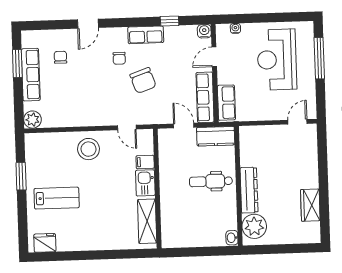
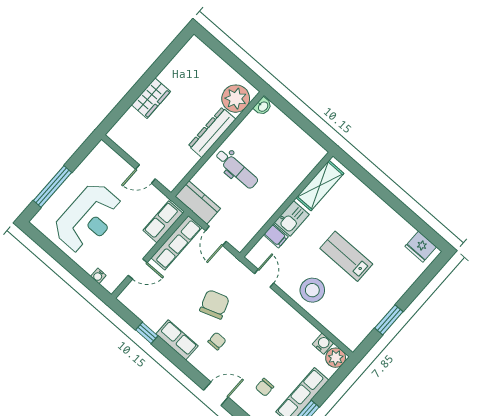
water cooler: (204, 31) -> (323, 344), moved, turned 180
door: (297, 122) -> (145, 174), moved
lab bench: (57, 198) -> (346, 256), moved
wardrobe: (310, 205) -> (151, 98), moved

